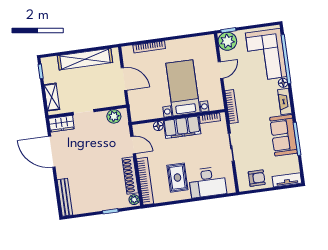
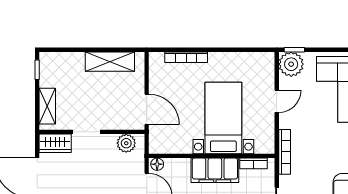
shelving: (85, 59) -> (110, 62), width x0.68
door: (124, 79) -> (147, 109), moved
floor lamp: (158, 126) -> (157, 164), moved

